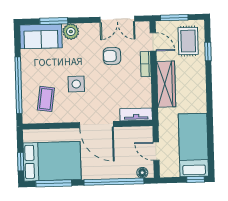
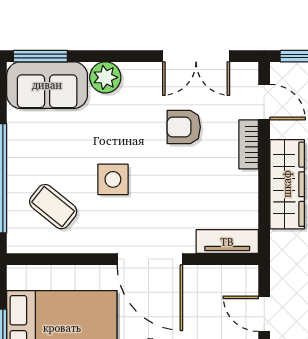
window: (54, 21) -> (40, 56), moved
coffee table: (46, 99) -> (53, 207), turned -59

